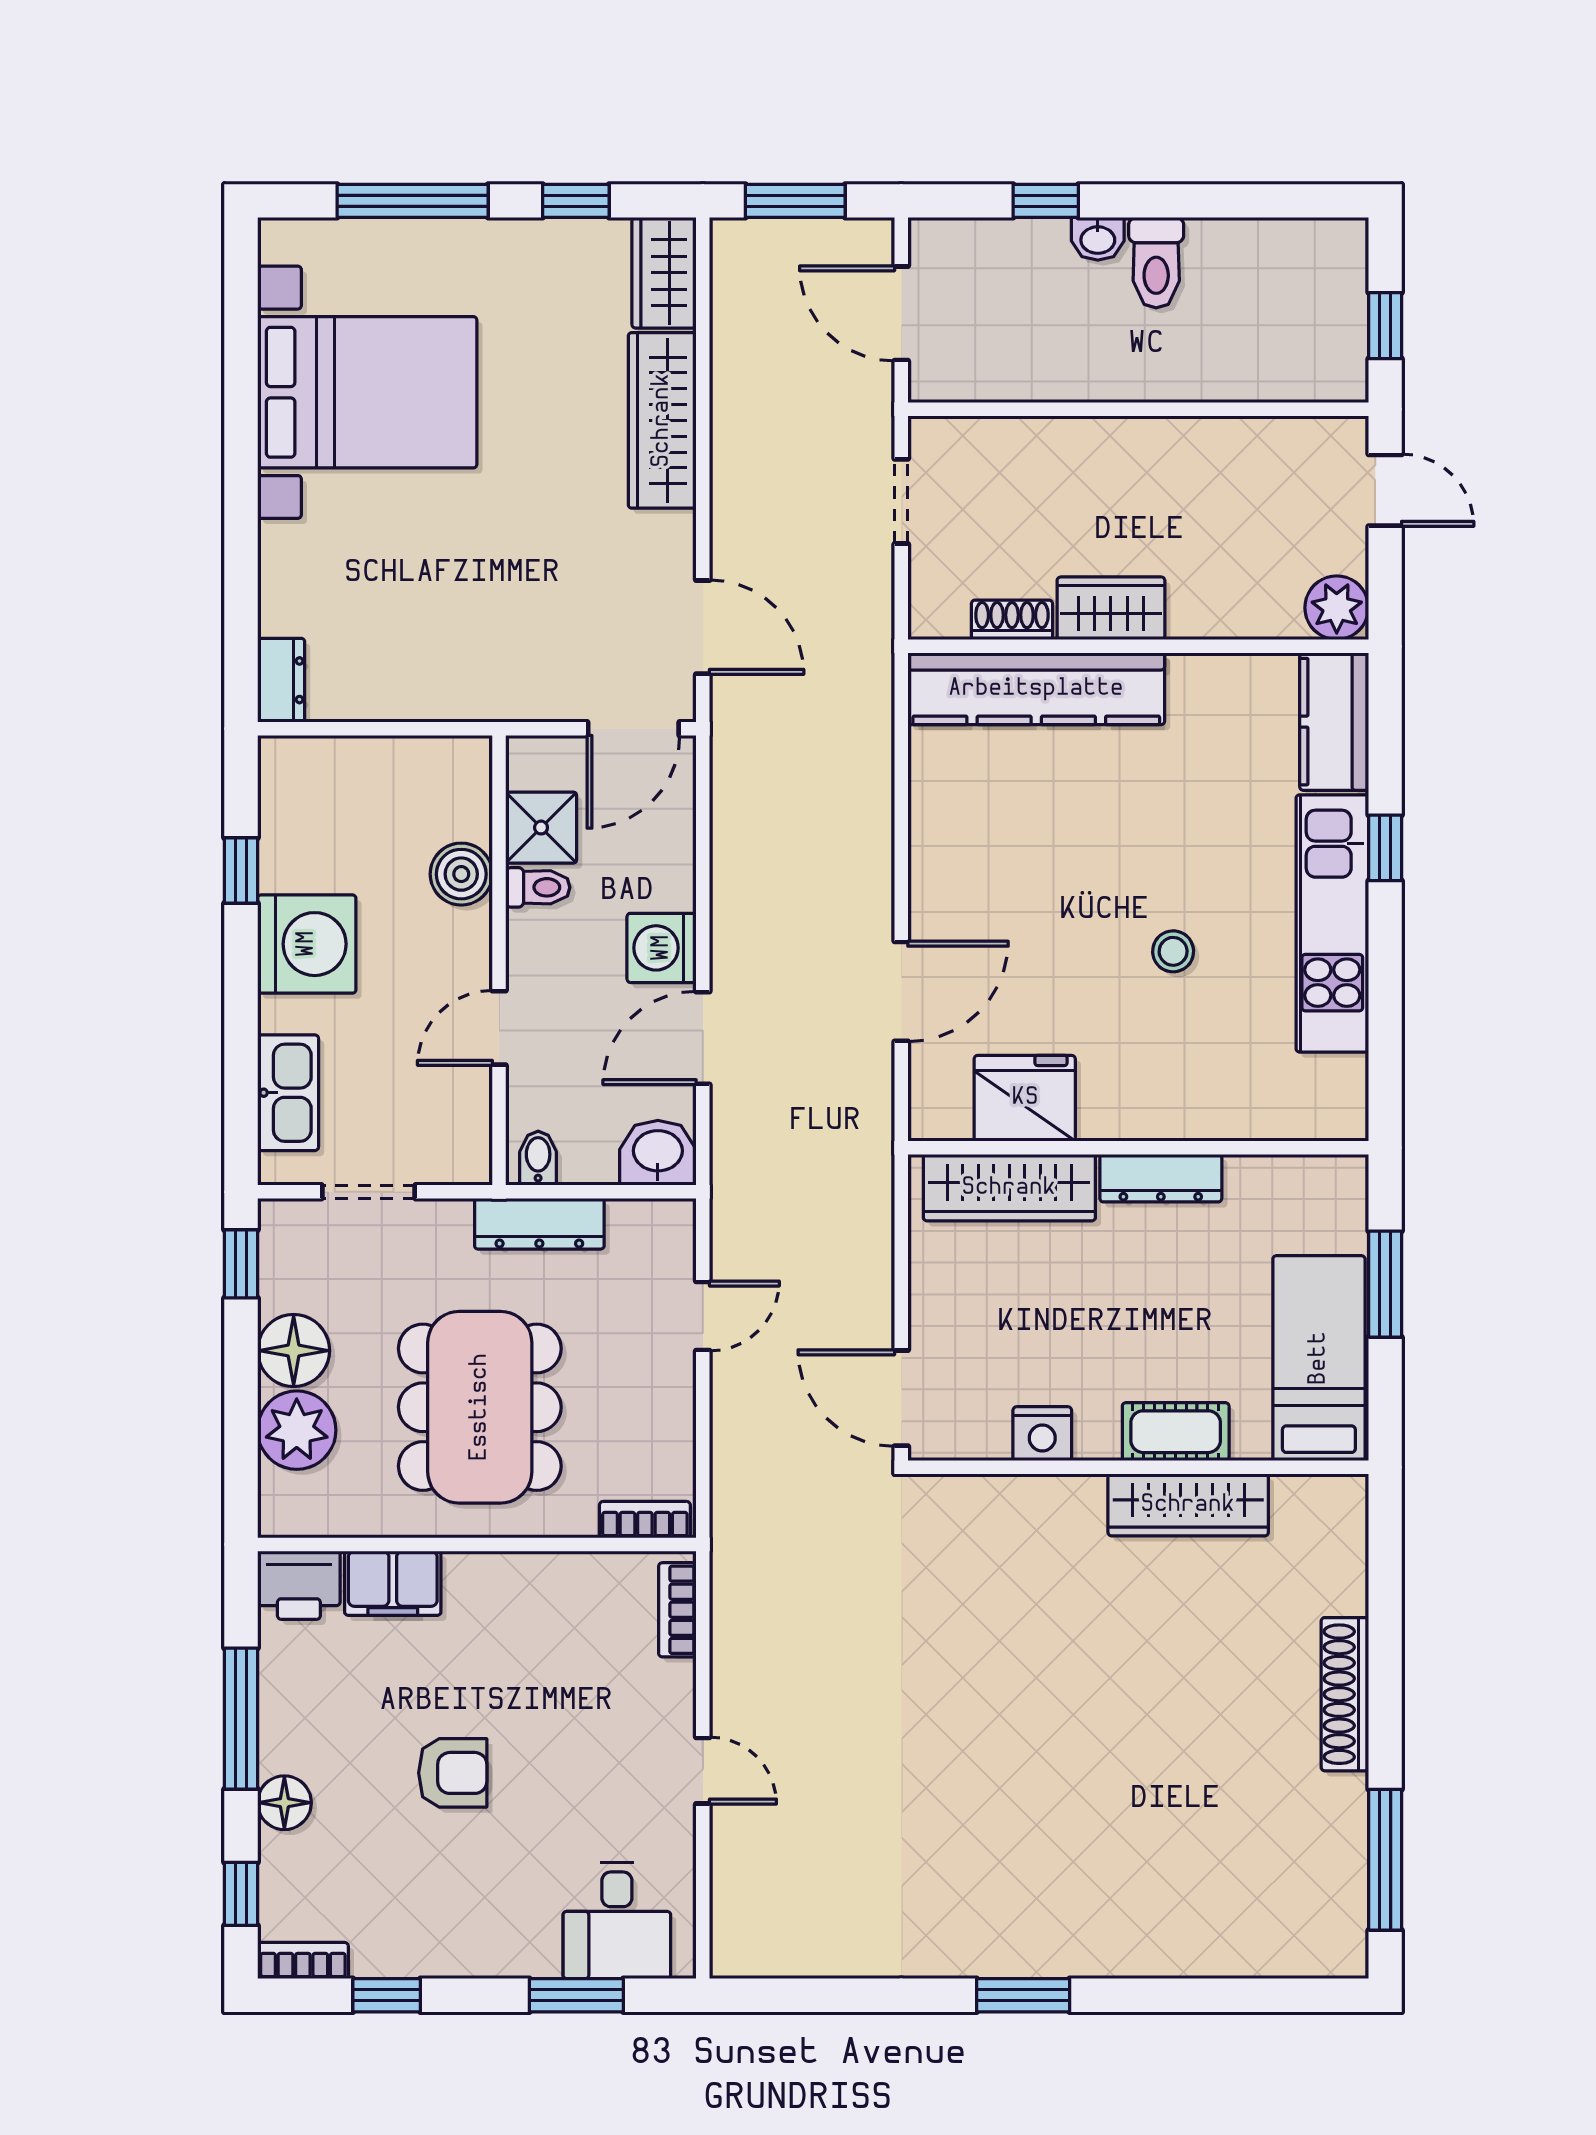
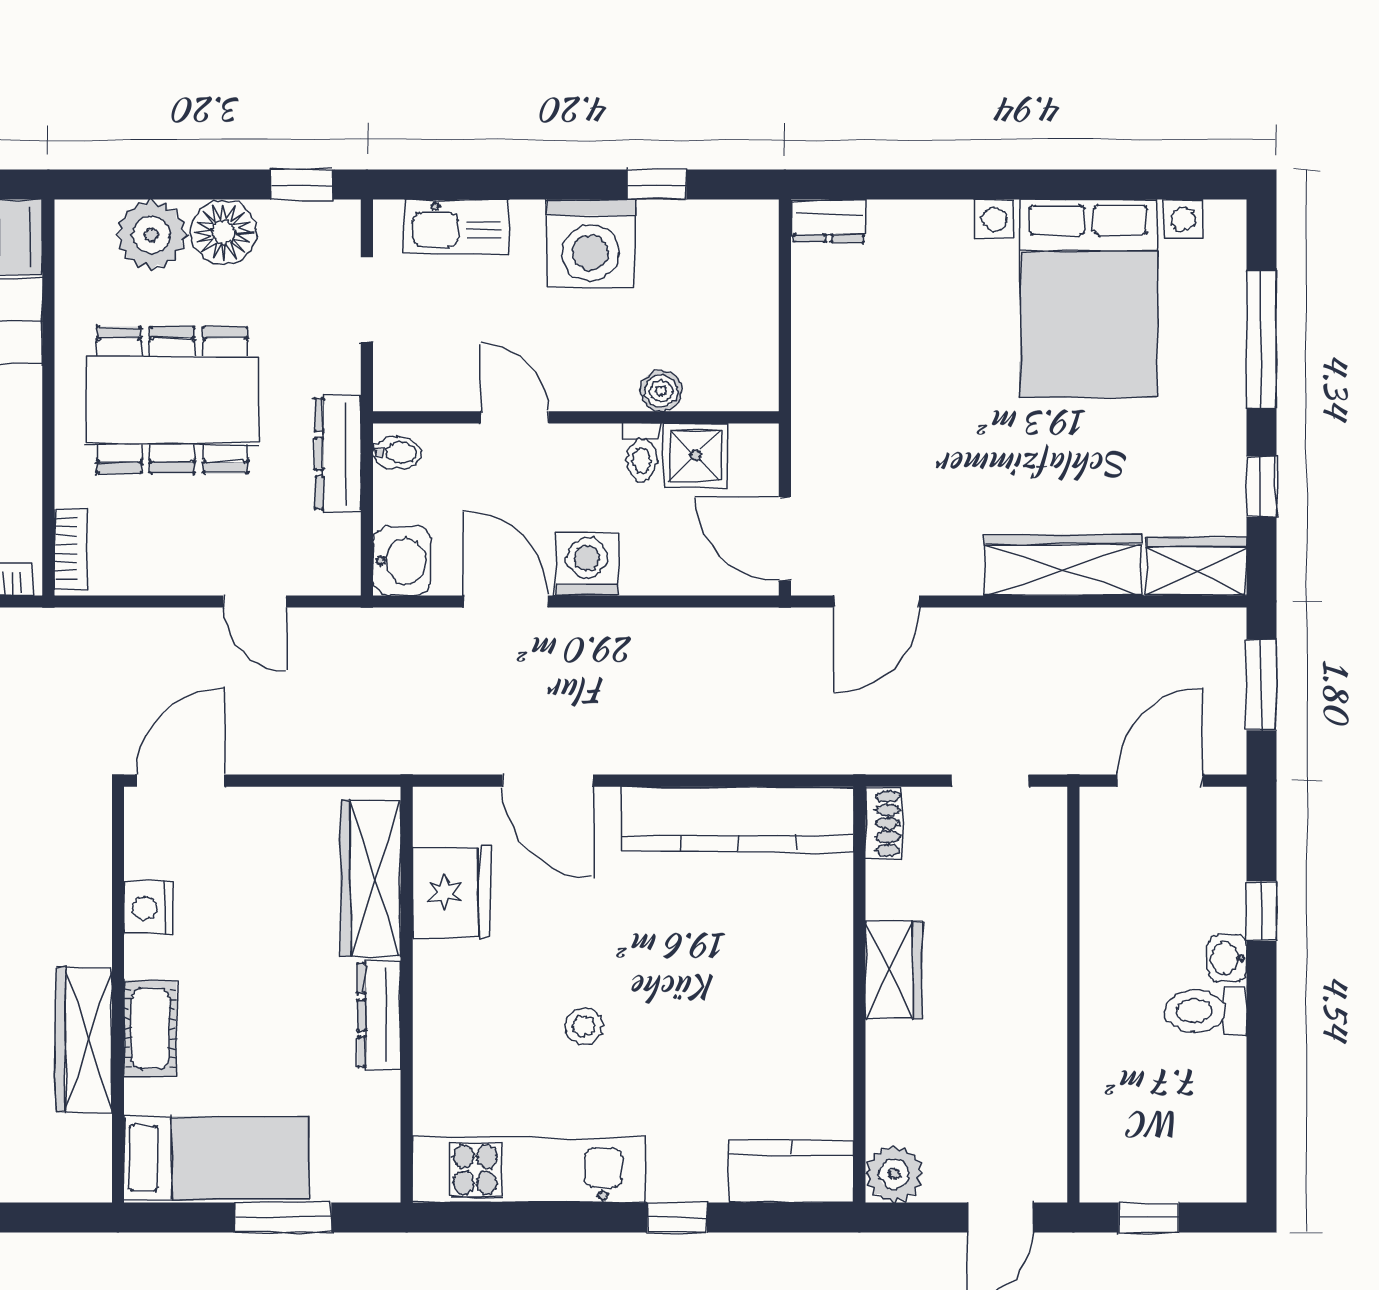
shoe rack: (1012, 620) -> (883, 823), moved
kitchen counter: (1036, 689) -> (738, 819), moved, turned -90
boiler: (461, 874) -> (661, 391), width x0.73, depth x0.73
kitchen unit: (1332, 923) -> (529, 1170), moved

